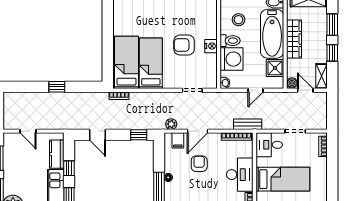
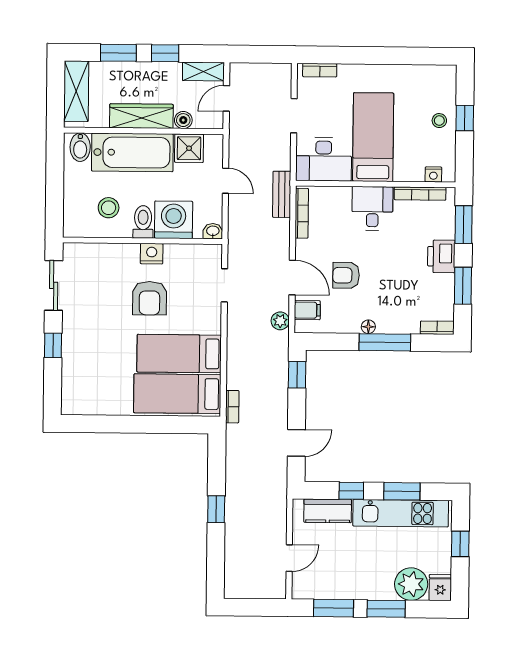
boiler: (292, 83) -> (183, 120), moved
desk: (269, 145) -> (324, 159), width x1.37
desk: (240, 175) -> (372, 208), width x0.73

